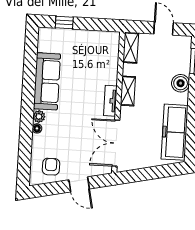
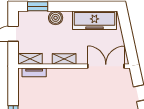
tv unit: (110, 101) -> (34, 72), moved
double door: (116, 143) -> (106, 66), swing flipped

